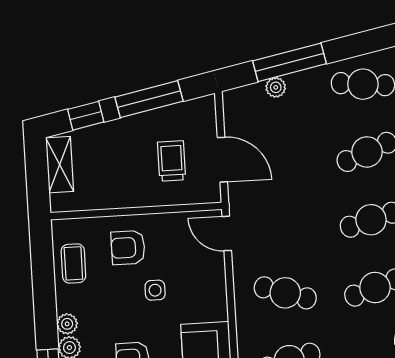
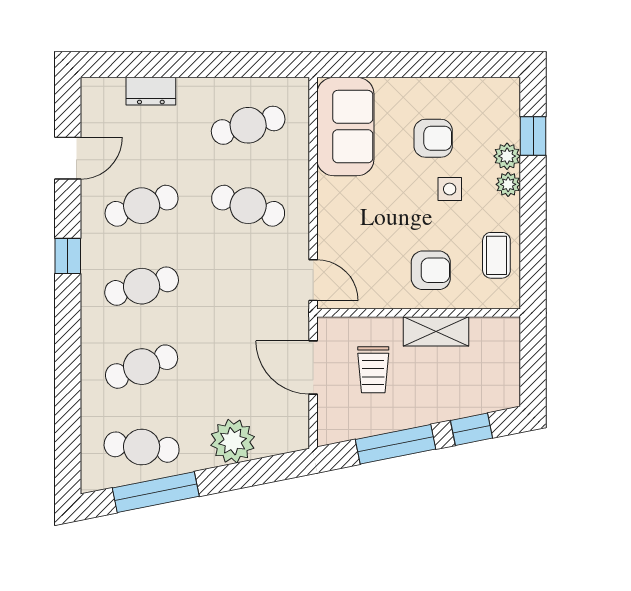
window: (290, 62) -> (156, 492), moved
plant: (276, 87) -> (233, 441), width x1.88, depth x1.88
shelving: (60, 165) -> (436, 331), moved, turned 90
side table: (155, 290) -> (450, 189), moved

